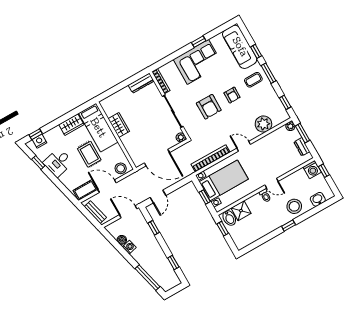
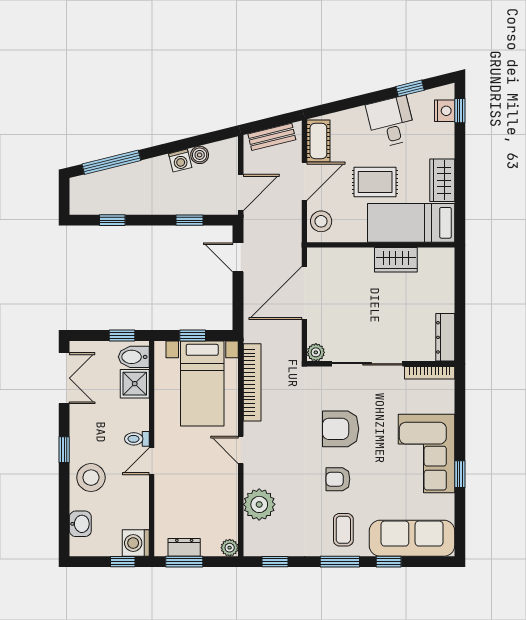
window: (303, 133) -> (184, 562), moved
door: (244, 146) -> (241, 450), swing flipped
double door: (257, 244) -> (64, 378), added

